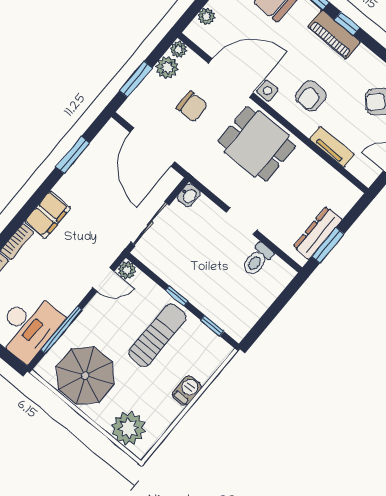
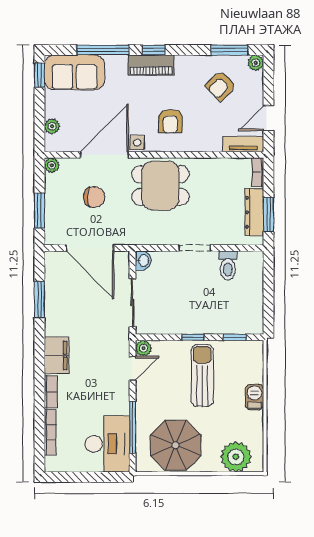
plant: (167, 68) -> (54, 184), removed
tv unit: (332, 147) -> (243, 144), moved
bookcase: (349, 202) -> (258, 172), added

